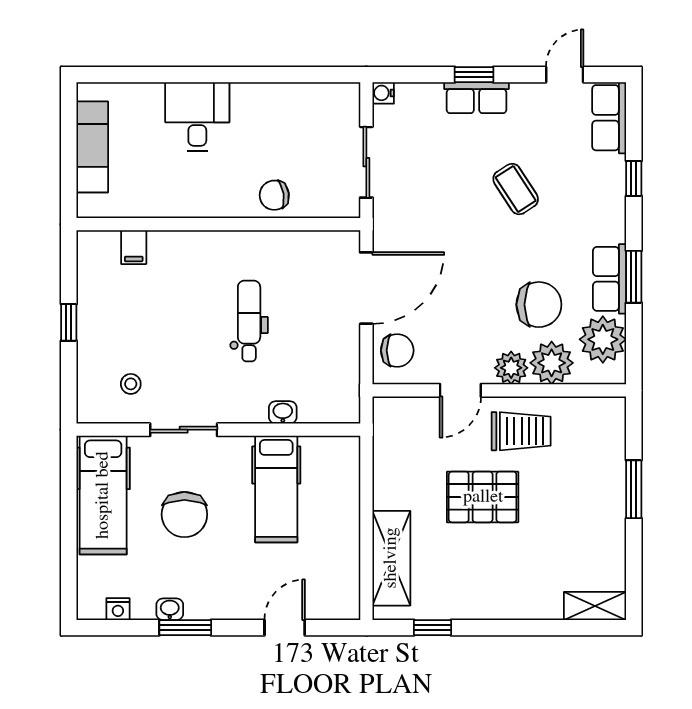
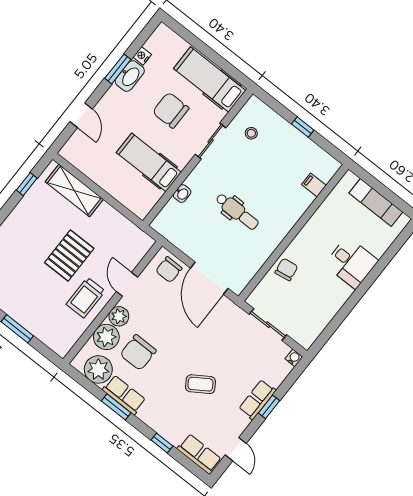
nightstand: (118, 609) -> (142, 56), moved
washbasin: (170, 609) -> (130, 76), width x1.91, depth x1.45

